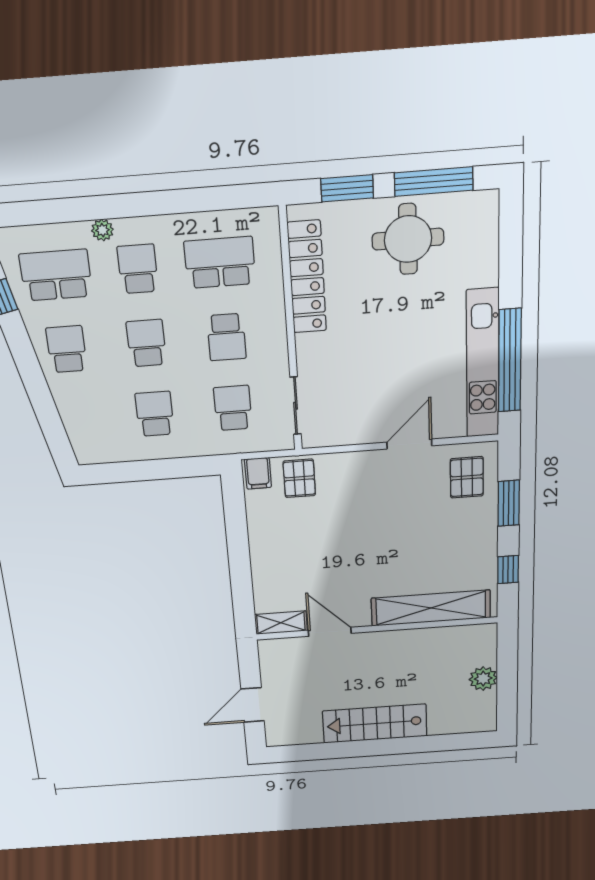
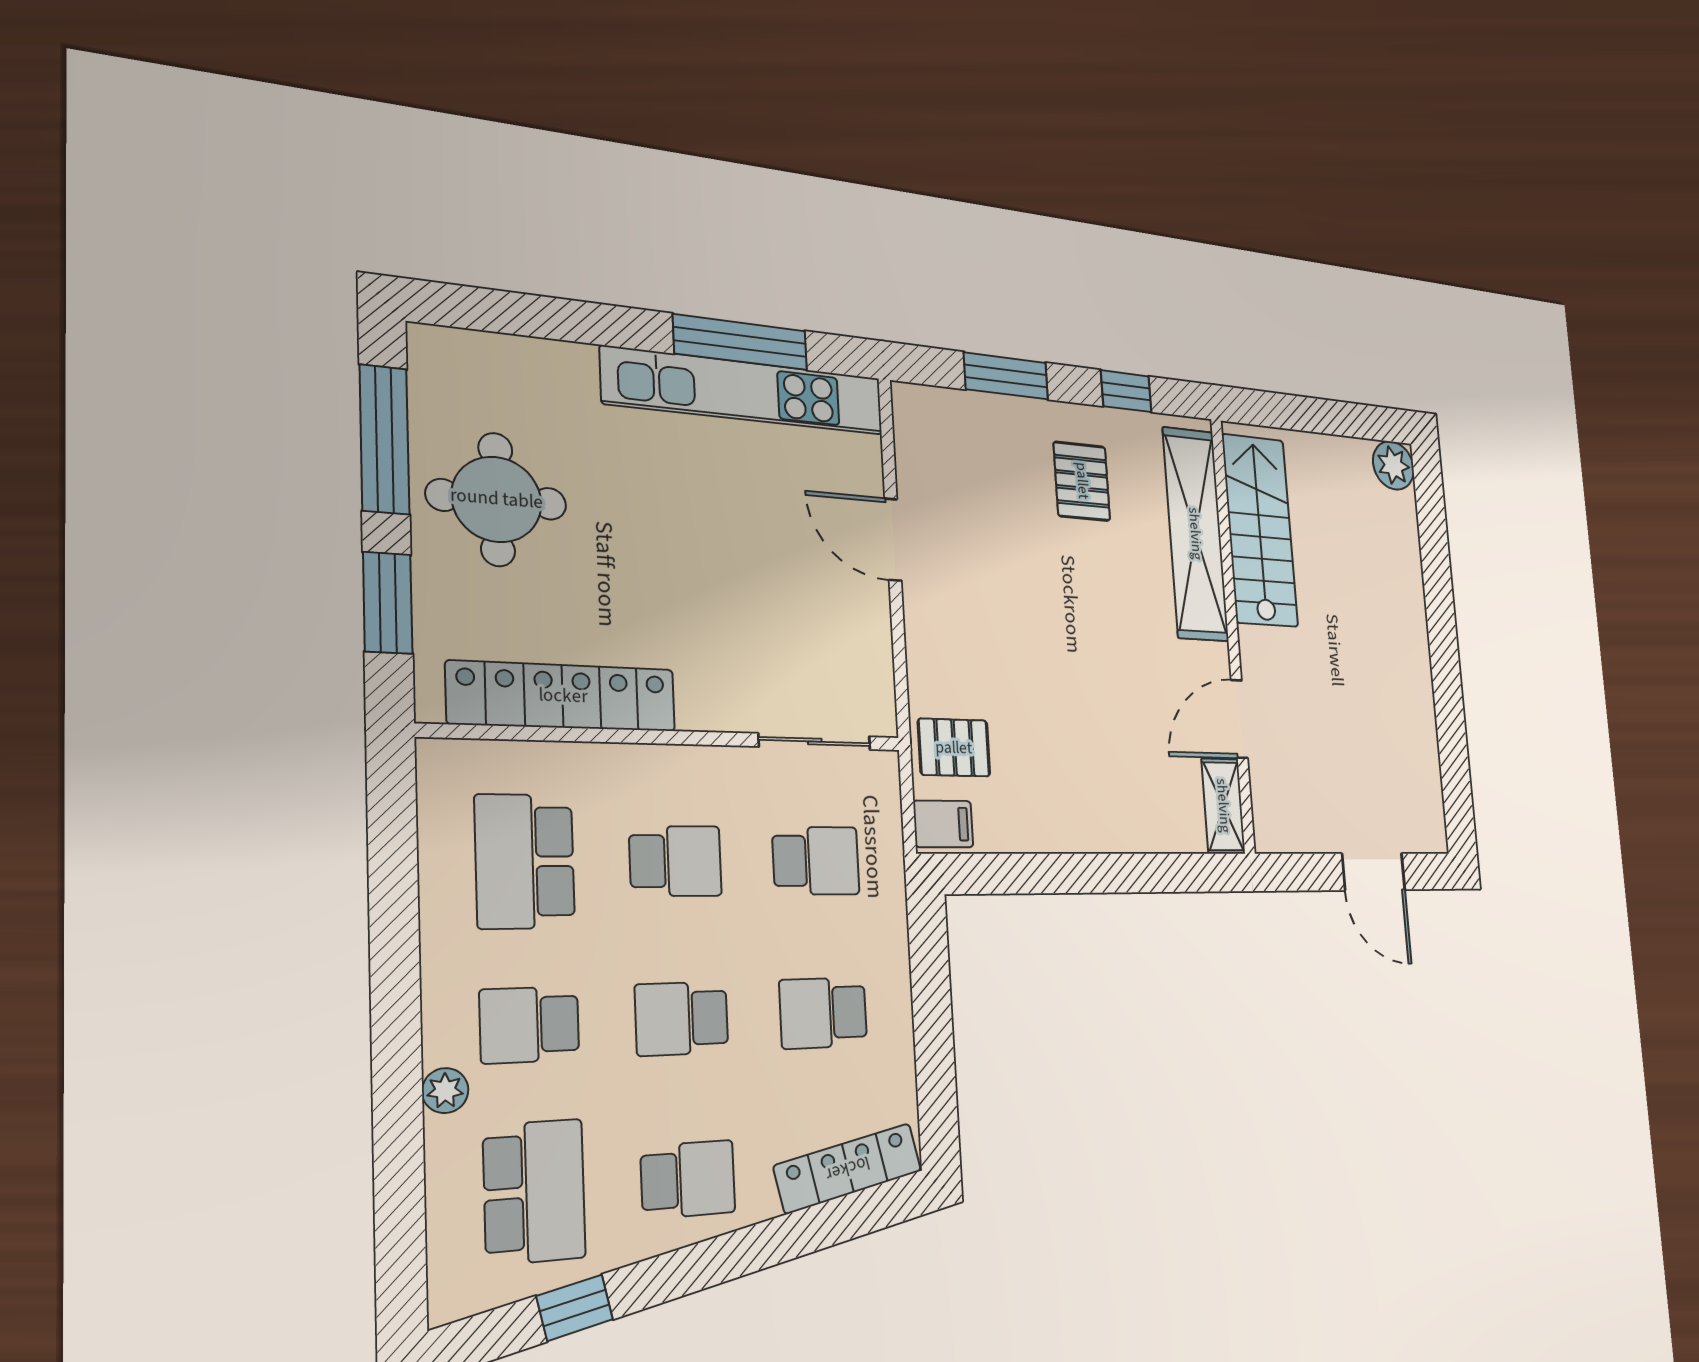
school desk: (56, 275) -> (534, 1192), turned 180
school desk: (67, 349) -> (688, 1179), turned 180
window: (510, 361) -> (741, 342), width x0.68
school desk: (233, 408) -> (816, 861), turned 180
locker: (77, 428) -> (848, 1168), added
pallet: (467, 477) -> (1082, 481), moved, turned 90
plant: (483, 679) -> (1393, 465), moved
stairs: (375, 724) -> (1260, 530), moved, turned 180

